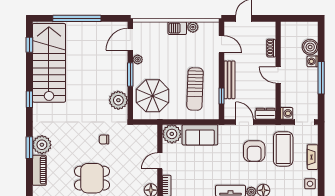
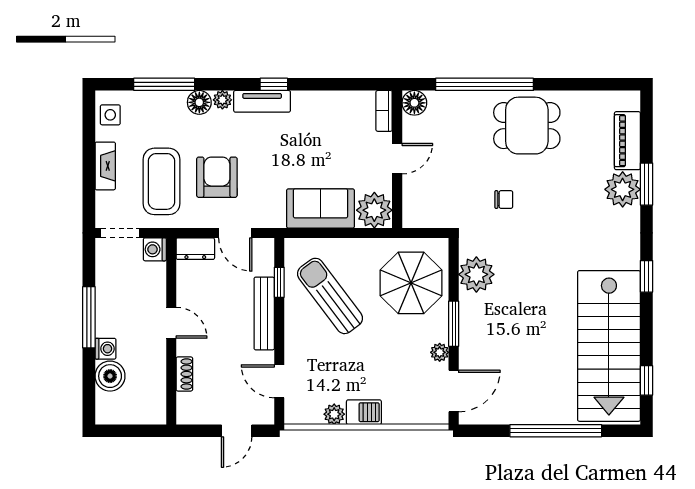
sun lounger: (195, 89) -> (330, 296), turned -39

